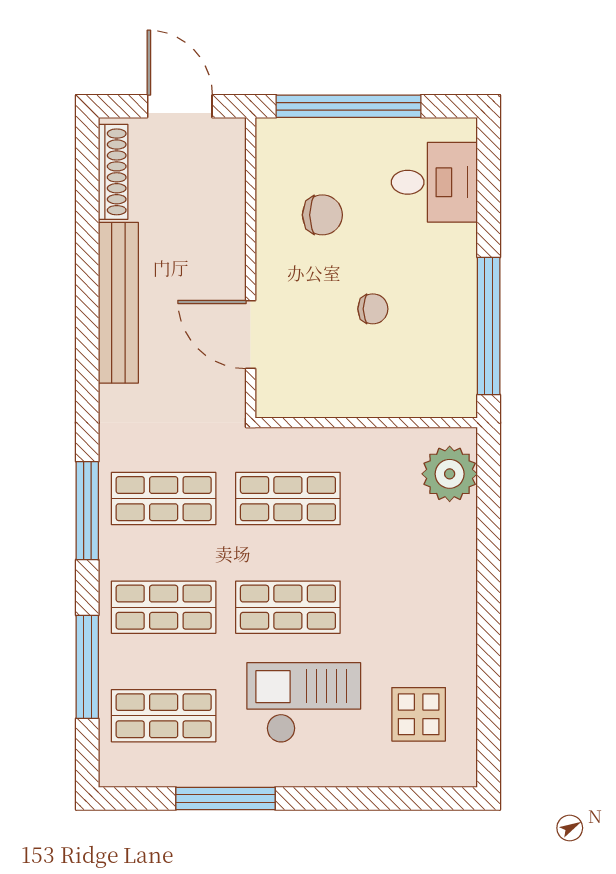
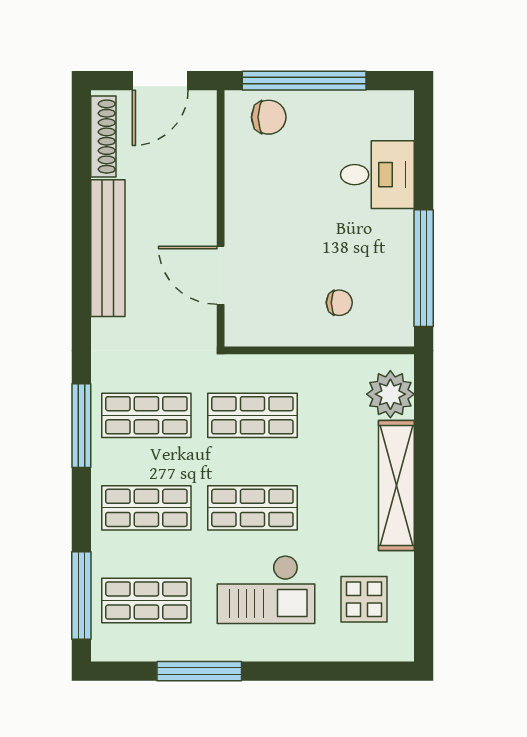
door: (180, 106) -> (160, 81), swing flipped
desk: (434, 182) -> (377, 175), moved
chair: (322, 215) -> (269, 117), moved
chair: (373, 309) -> (339, 303), moved
shelving: (457, 581) -> (396, 486), added
window: (87, 667) -> (81, 596), moved
checkout: (304, 703) -> (266, 589), turned 180

